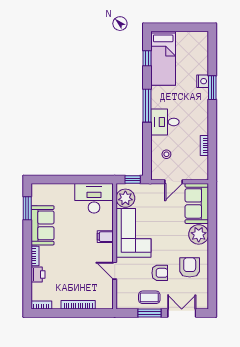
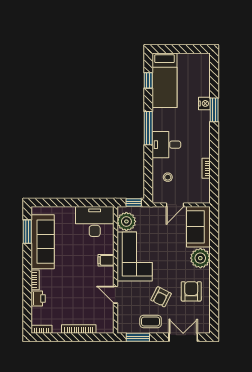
sofa: (42, 225) -> (43, 242), width x1.36
armchair: (160, 273) -> (161, 297), turned 117
window: (149, 313) -> (138, 337), moved

